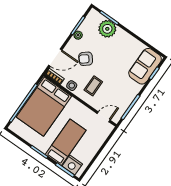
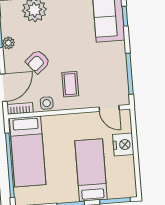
bed: (44, 107) -> (28, 151), width x0.67
door: (104, 117) -> (109, 108), swing flipped
nightstand: (72, 165) -> (123, 145), moved, turned -90

